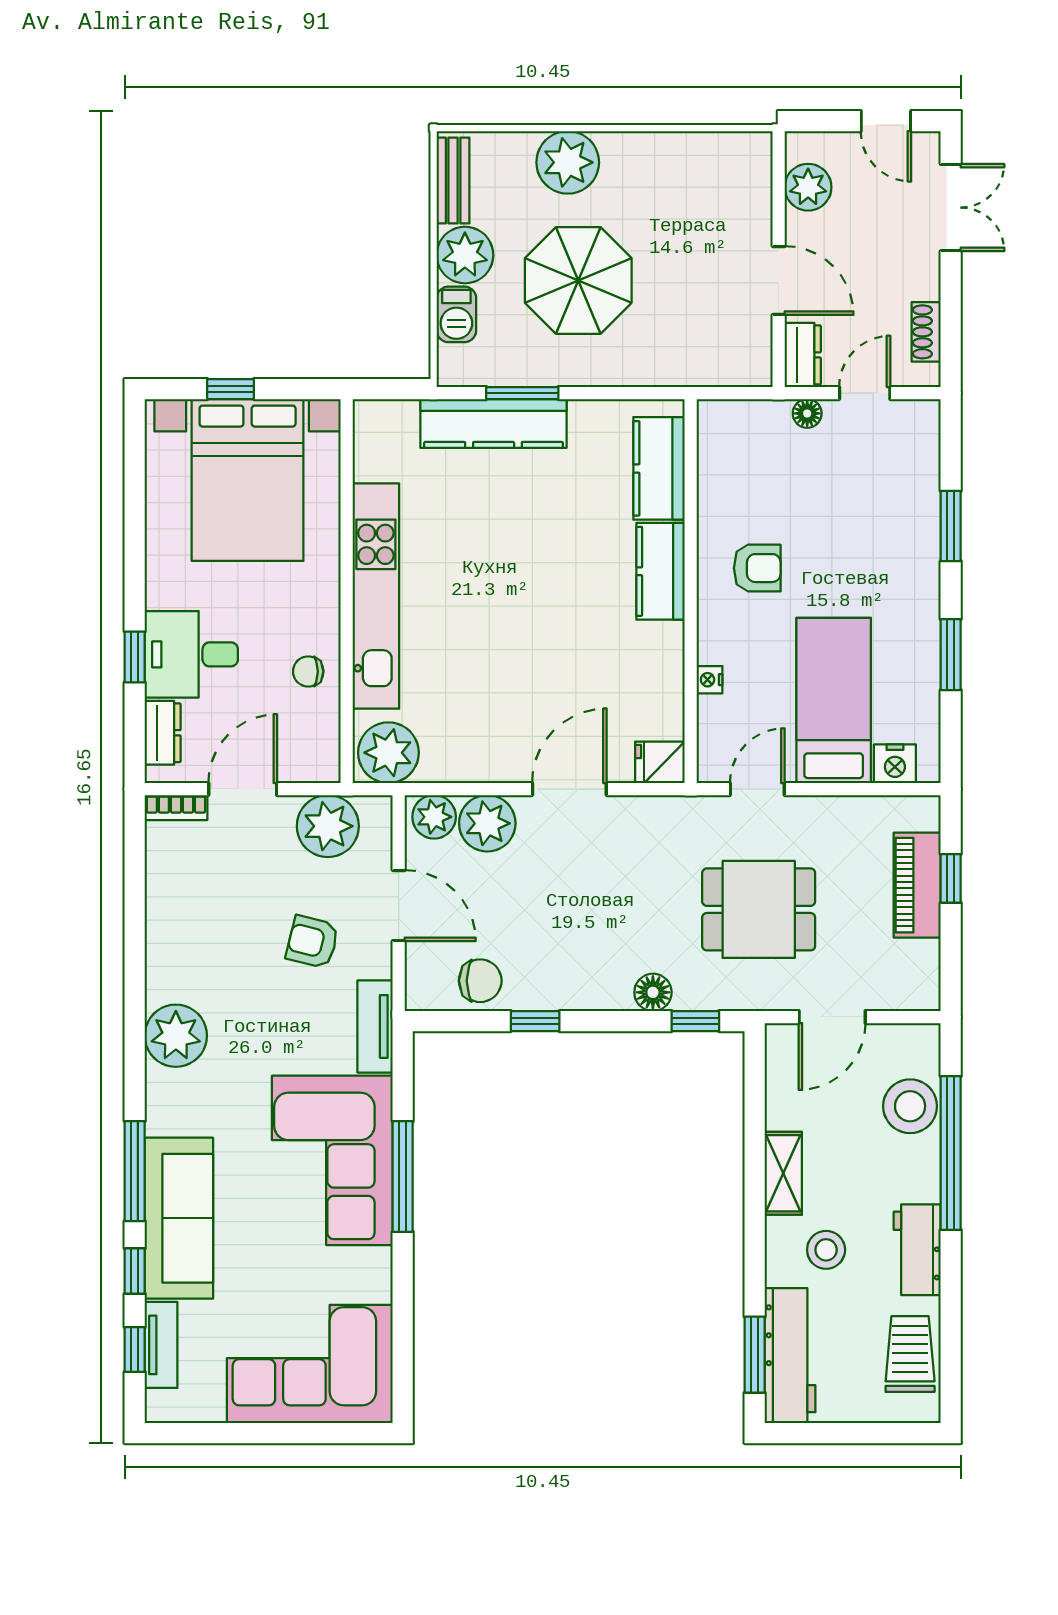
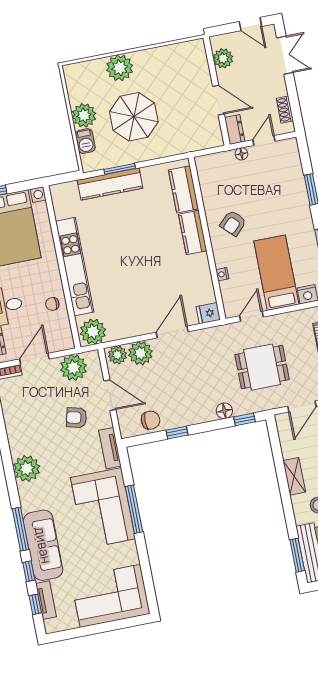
bench: (453, 181) -> (73, 85), removed
armchair: (757, 568) -> (233, 223), turned 135

